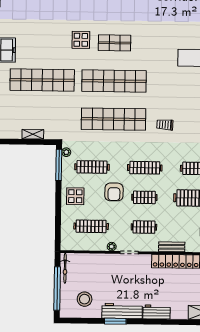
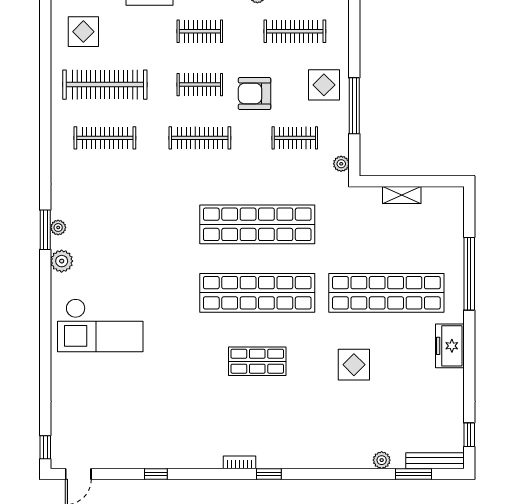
display table: (81, 40) -> (354, 365), moved
trolley: (165, 125) -> (165, 216), removed
window: (59, 165) -> (354, 106), moved
clothes rail: (92, 167) -> (295, 138), width x0.73
armchair: (114, 192) -> (255, 94), turned -90

